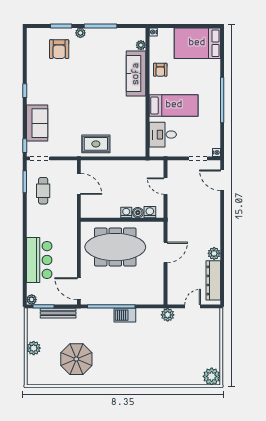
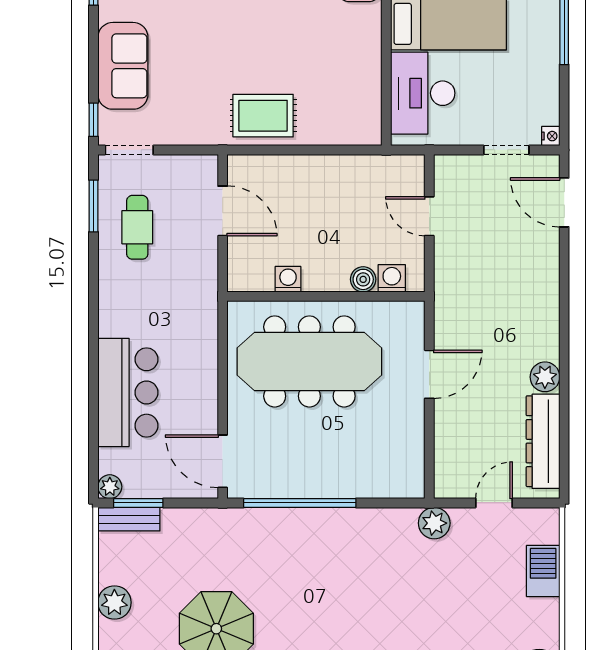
desk: (163, 135) -> (423, 93), width x1.37
washing machine: (126, 213) -> (288, 279), moved
bench: (58, 313) -> (129, 519), moved, width x0.73
barbecue: (125, 315) -> (543, 571), moved, turned 90

